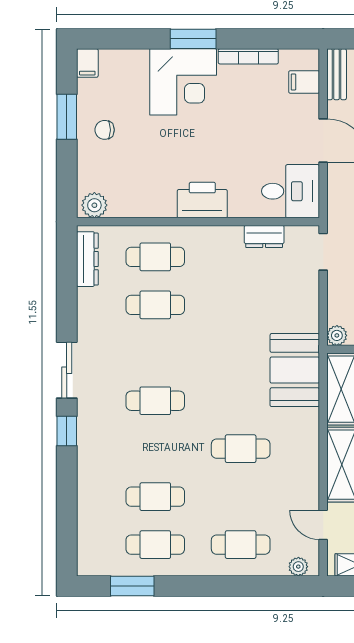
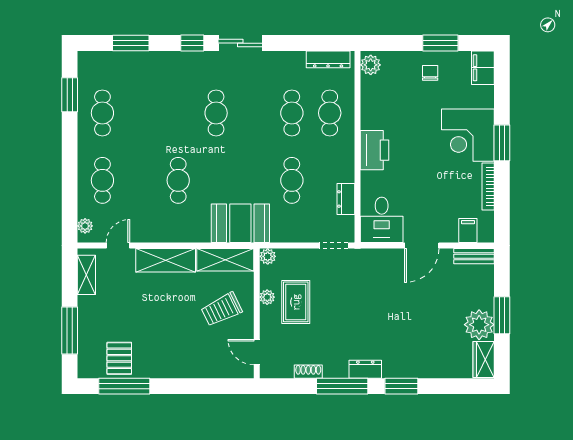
filing cabinet: (87, 63) -> (483, 68), width x2.00
cafe table: (155, 497) -> (292, 180), moved
window: (67, 509) -> (131, 43), added

